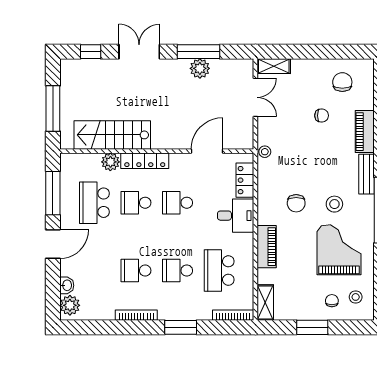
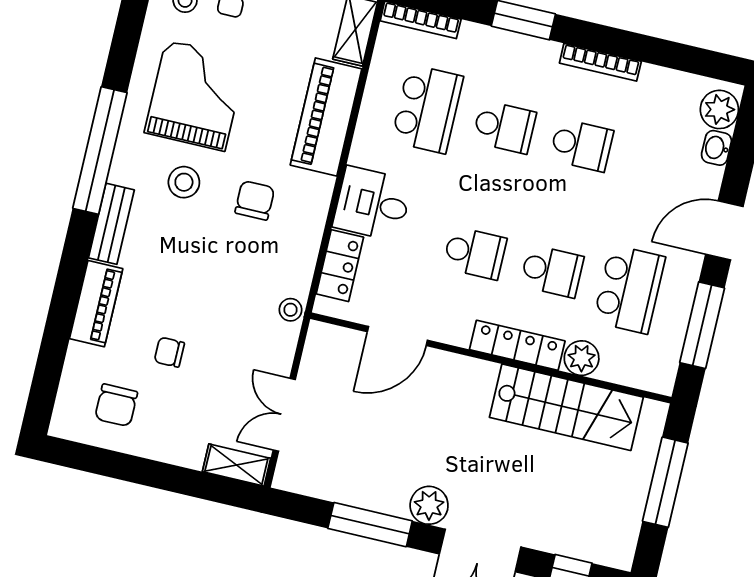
plant: (200, 68) -> (429, 505), moved
piano: (267, 247) -> (326, 117), width x1.37, depth x1.33
grand piano: (339, 250) -> (195, 95), turned 180

